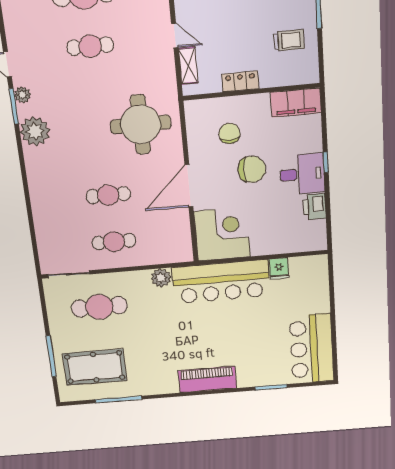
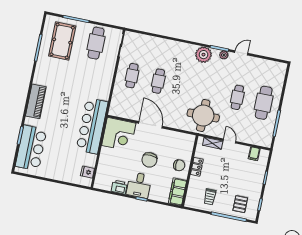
door: (175, 35) -> (230, 141), swing flipped
round table: (141, 124) -> (203, 115), moved
chair: (229, 133) -> (179, 165), moved
fridge: (279, 268) -> (87, 172), moved
plant: (161, 278) -> (104, 94), removed
cafe table: (99, 307) -> (96, 43), moved
bar counter: (312, 349) -> (31, 148), moved, turned 90

